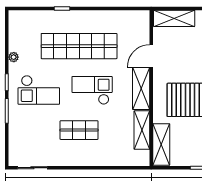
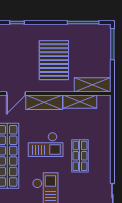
door: (151, 56) -> (16, 94), hinge flipped
checkout: (92, 90) -> (46, 145), turned -90

